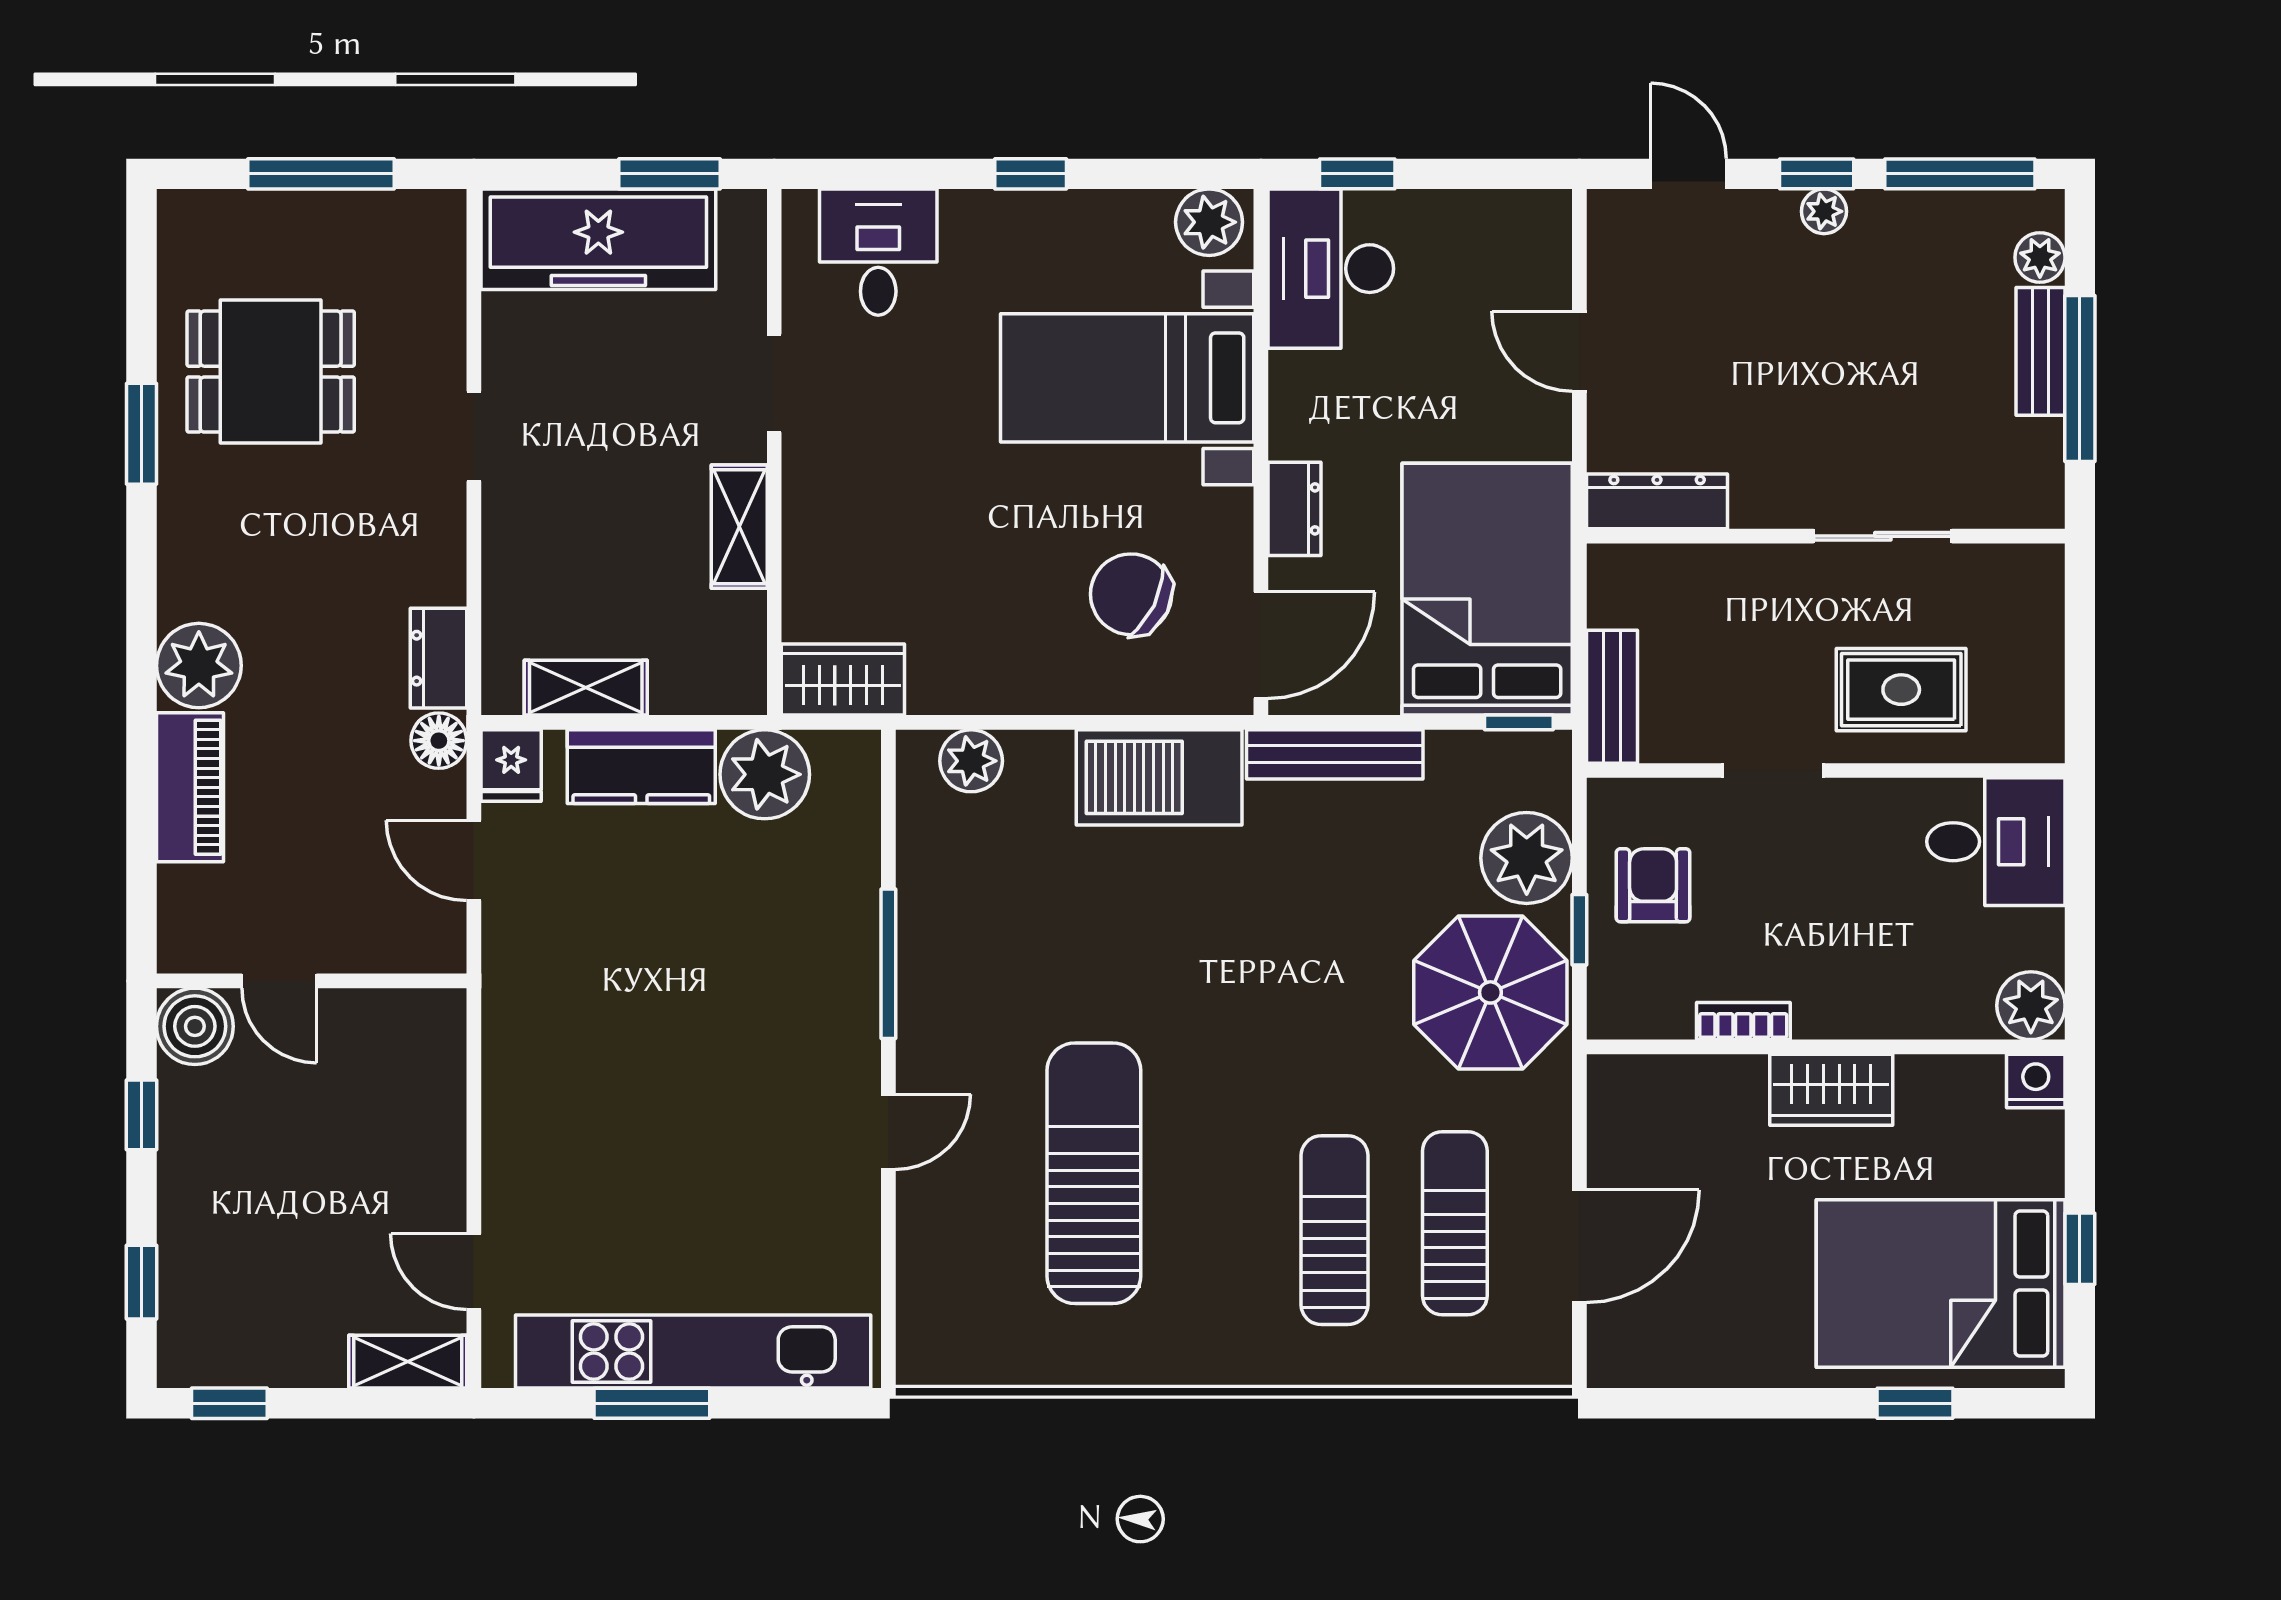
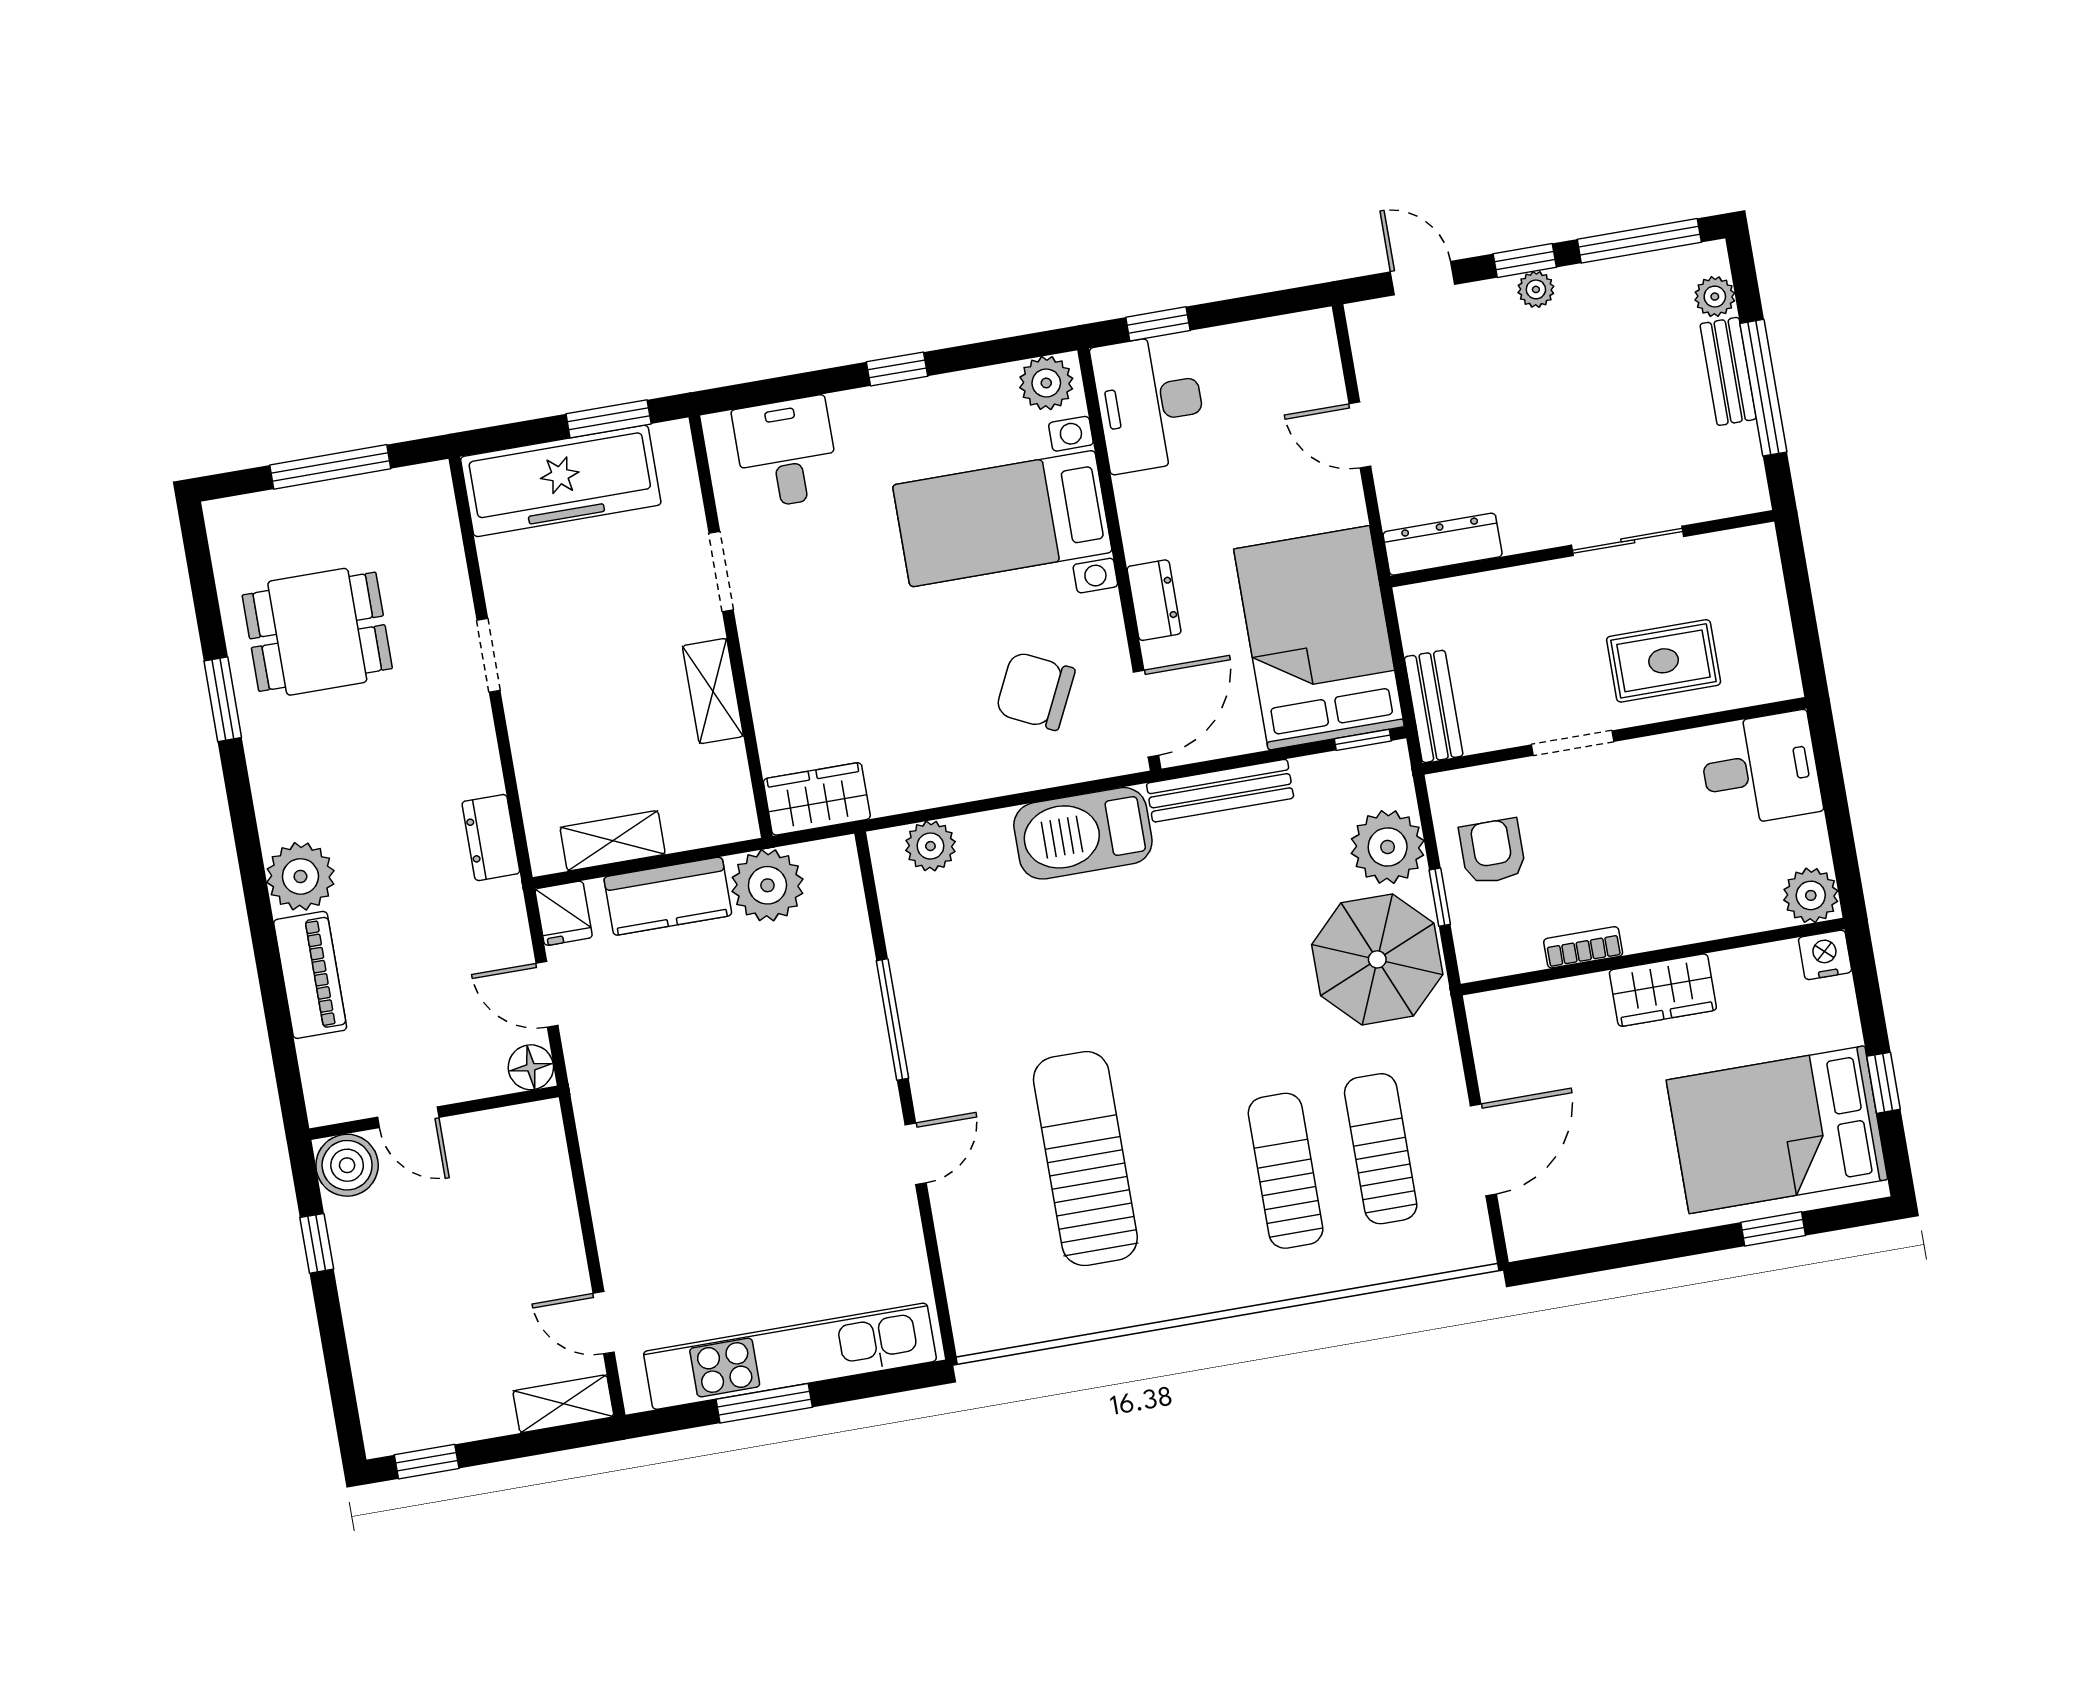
floor lamp: (439, 741) -> (531, 1067), moved
window: (142, 1282) -> (340, 1377), removed

